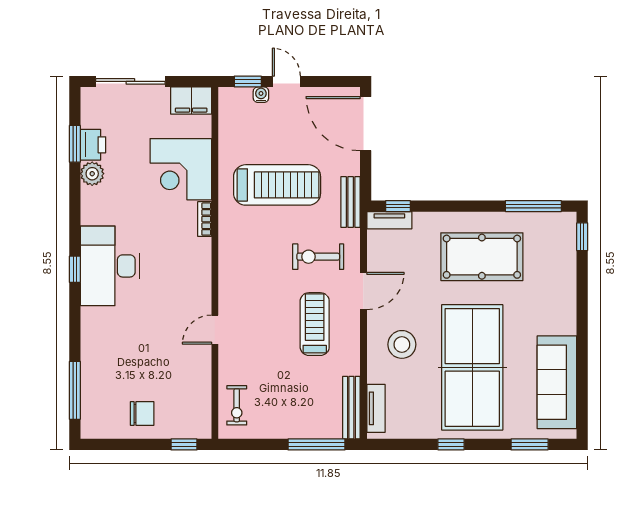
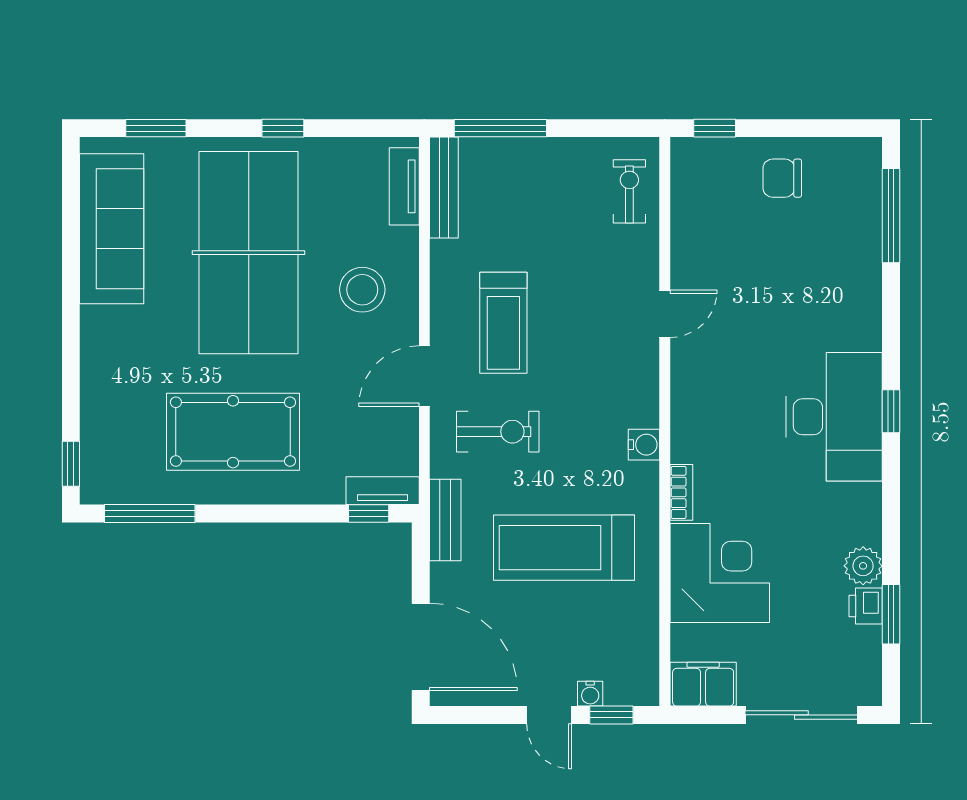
printer: (93, 145) -> (866, 606), width x0.73, depth x0.81
water cooler: (228, 249) -> (644, 445), added

